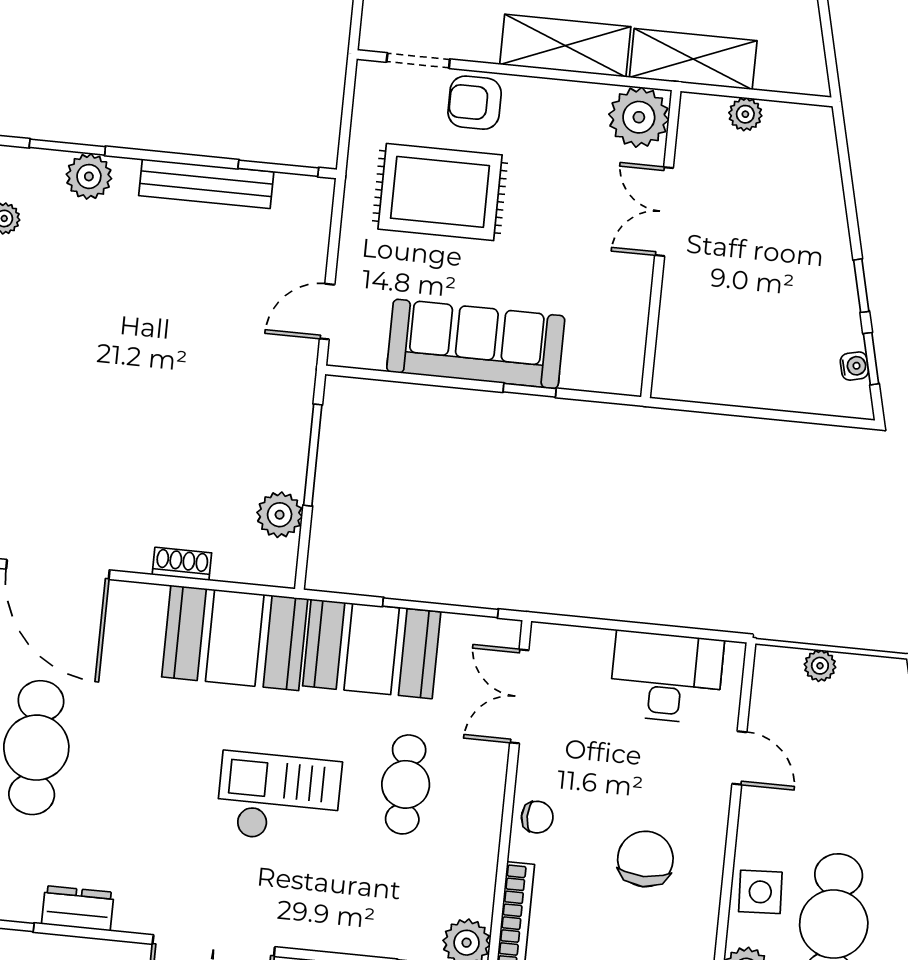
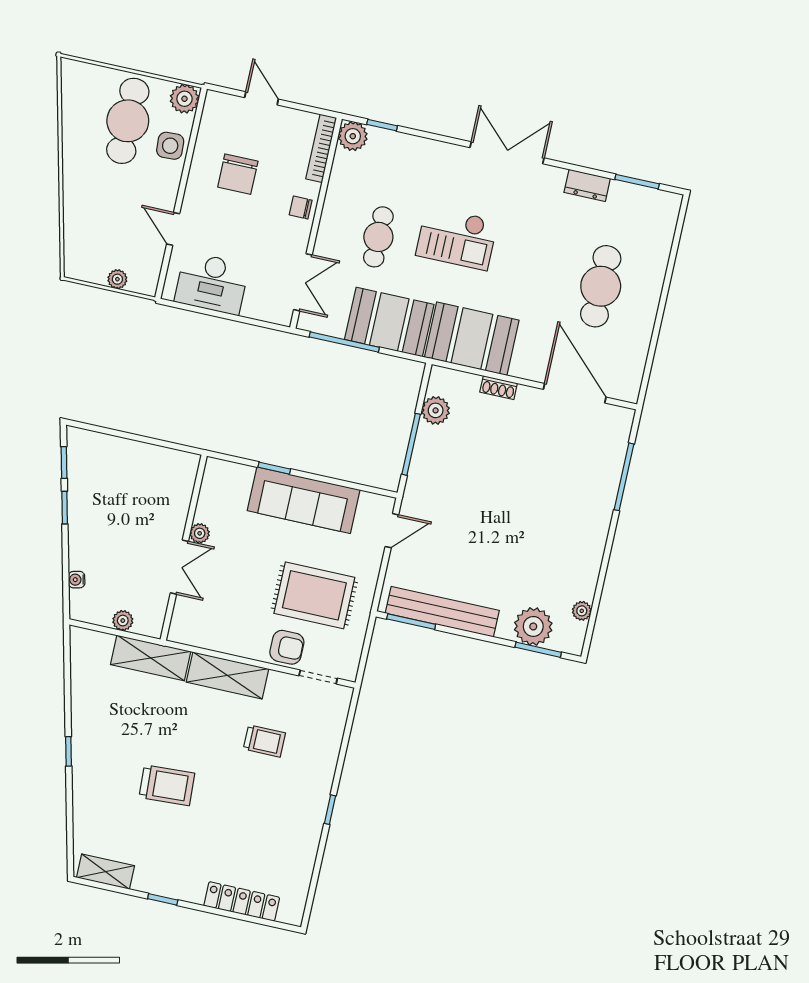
plant: (639, 117) -> (200, 533), moved, width x0.53, depth x0.53
plant: (89, 176) -> (533, 626), width x1.36, depth x1.36
bench: (206, 184) -> (442, 612), width x1.37, depth x1.21
water cooler: (854, 366) -> (77, 580), moved

